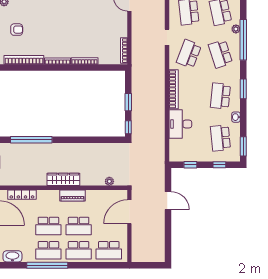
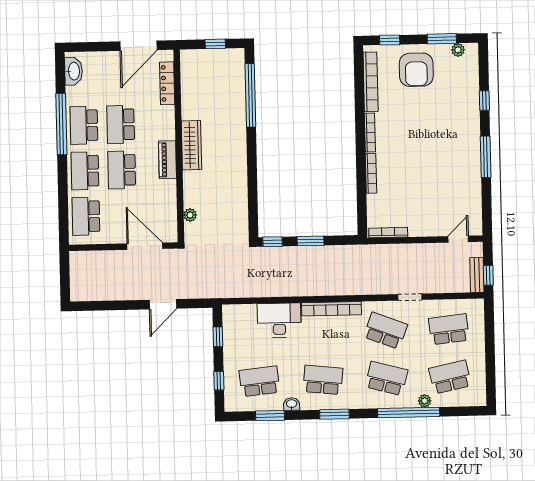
armchair: (17, 30) -> (416, 70), width x1.88, depth x1.88
school desk: (220, 54) -> (386, 378), turned 33
window: (243, 146) -> (270, 416), moved

